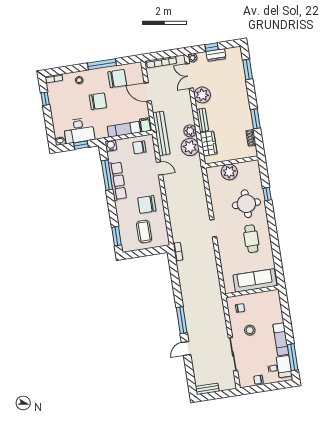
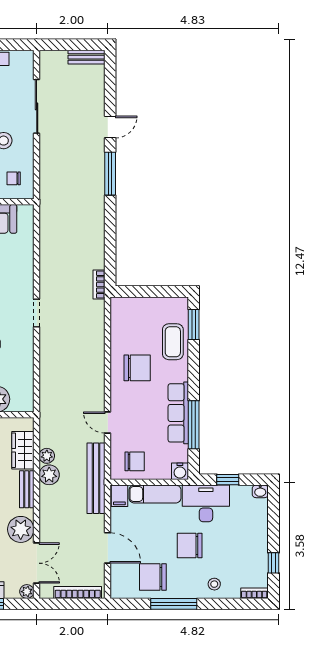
desk: (79, 130) -> (206, 503), moved
plant: (190, 147) -> (47, 456), width x0.53, depth x0.53
coffee table: (144, 231) -> (173, 342), moved

